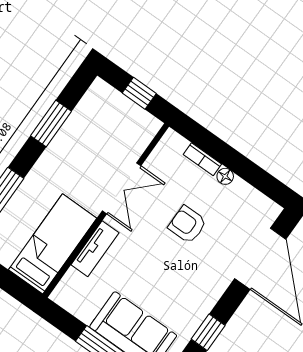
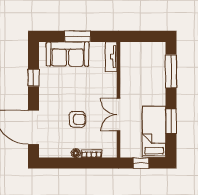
bed: (53, 244) -> (154, 132), moved, turned 180
tv unit: (95, 249) -> (111, 57), moved

